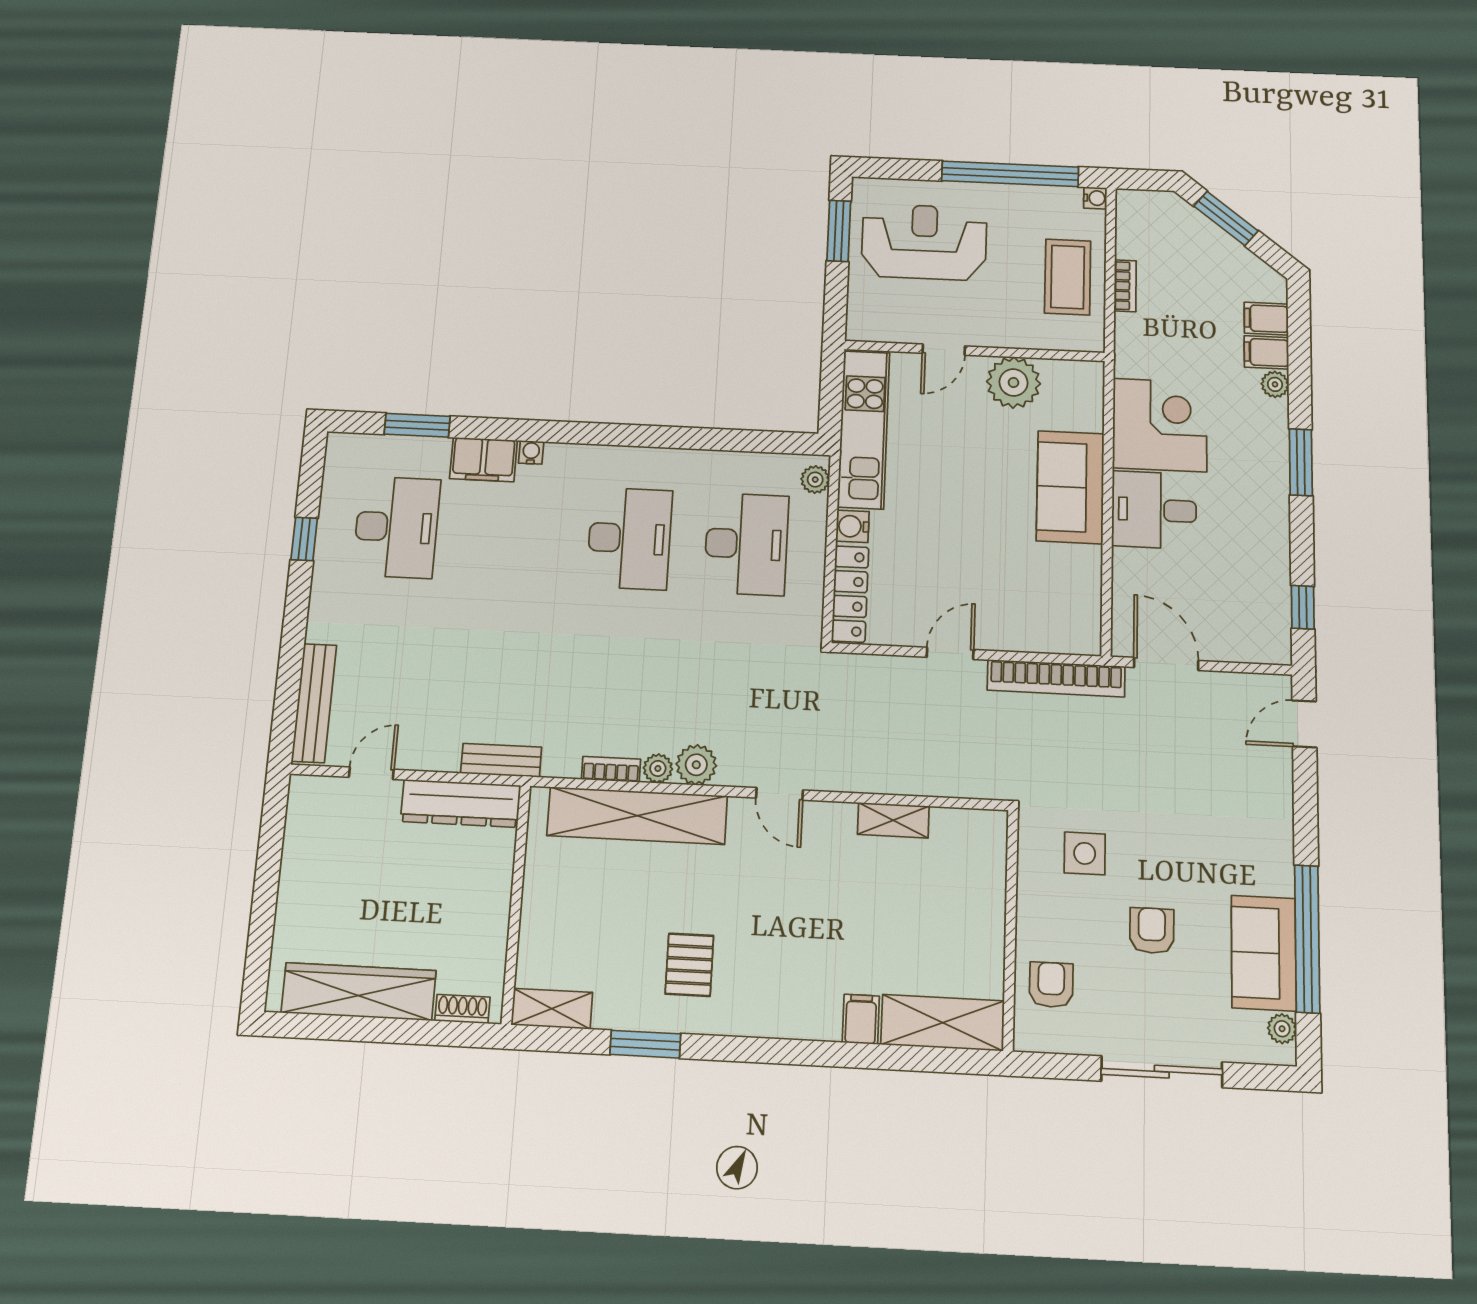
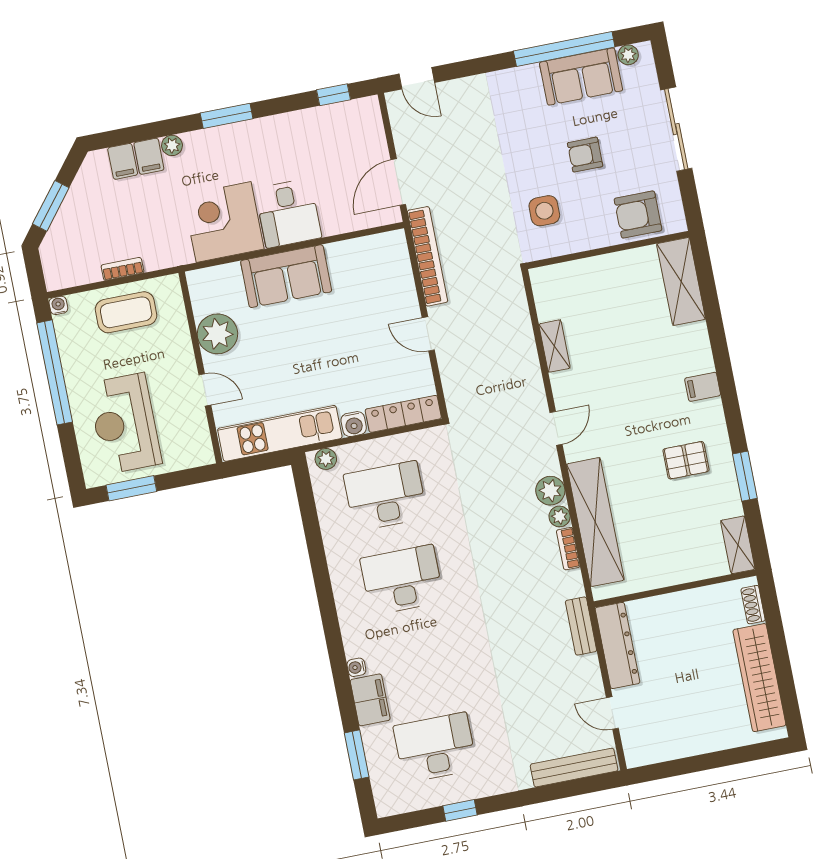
armchair: (1051, 985) -> (638, 215), width x1.38, depth x1.38
filing cabinet: (861, 1019) -> (703, 387), moved

